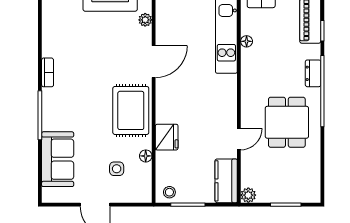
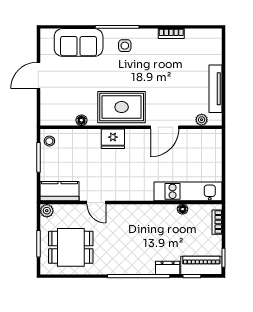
door: (154, 62) -> (165, 127), hinge flipped
bookcase: (48, 72) -> (171, 34), moved
dresser: (313, 73) -> (168, 268), moved
dining table: (287, 122) -> (71, 247), moved
fridge: (167, 137) -> (113, 139), moved
side table: (117, 169) -> (125, 46), moved

